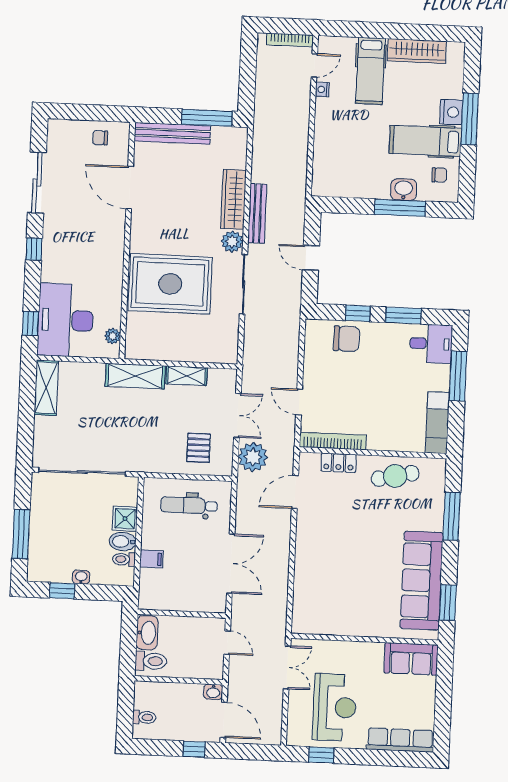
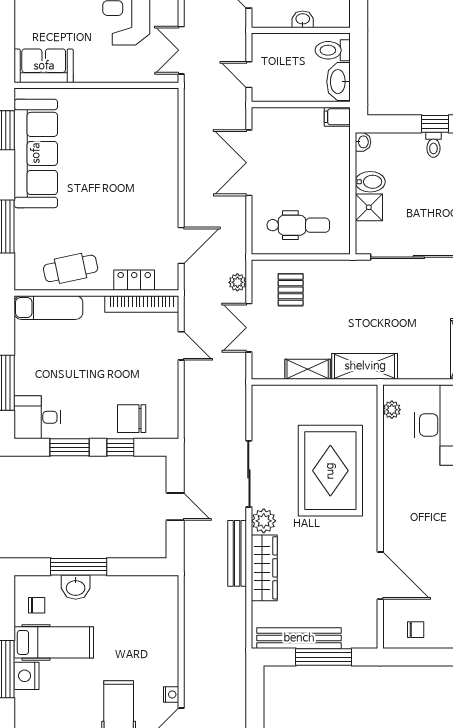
window: (207, 118) -> (324, 657), moved
bench: (172, 133) -> (299, 638), moved
chair: (439, 175) -> (37, 605), turned 180
rug: (170, 284) -> (330, 471), turned 90
exam couch: (437, 423) -> (48, 308), moved, turned 90
plant: (253, 457) -> (237, 282), width x0.53, depth x0.53
toilet: (124, 559) -> (433, 145), moved, turned 90
filing cabinet: (151, 559) -> (337, 117), moved
washbasin: (81, 577) -> (363, 142), moved, turned -90
washbasin: (213, 692) -> (303, 19), moved

